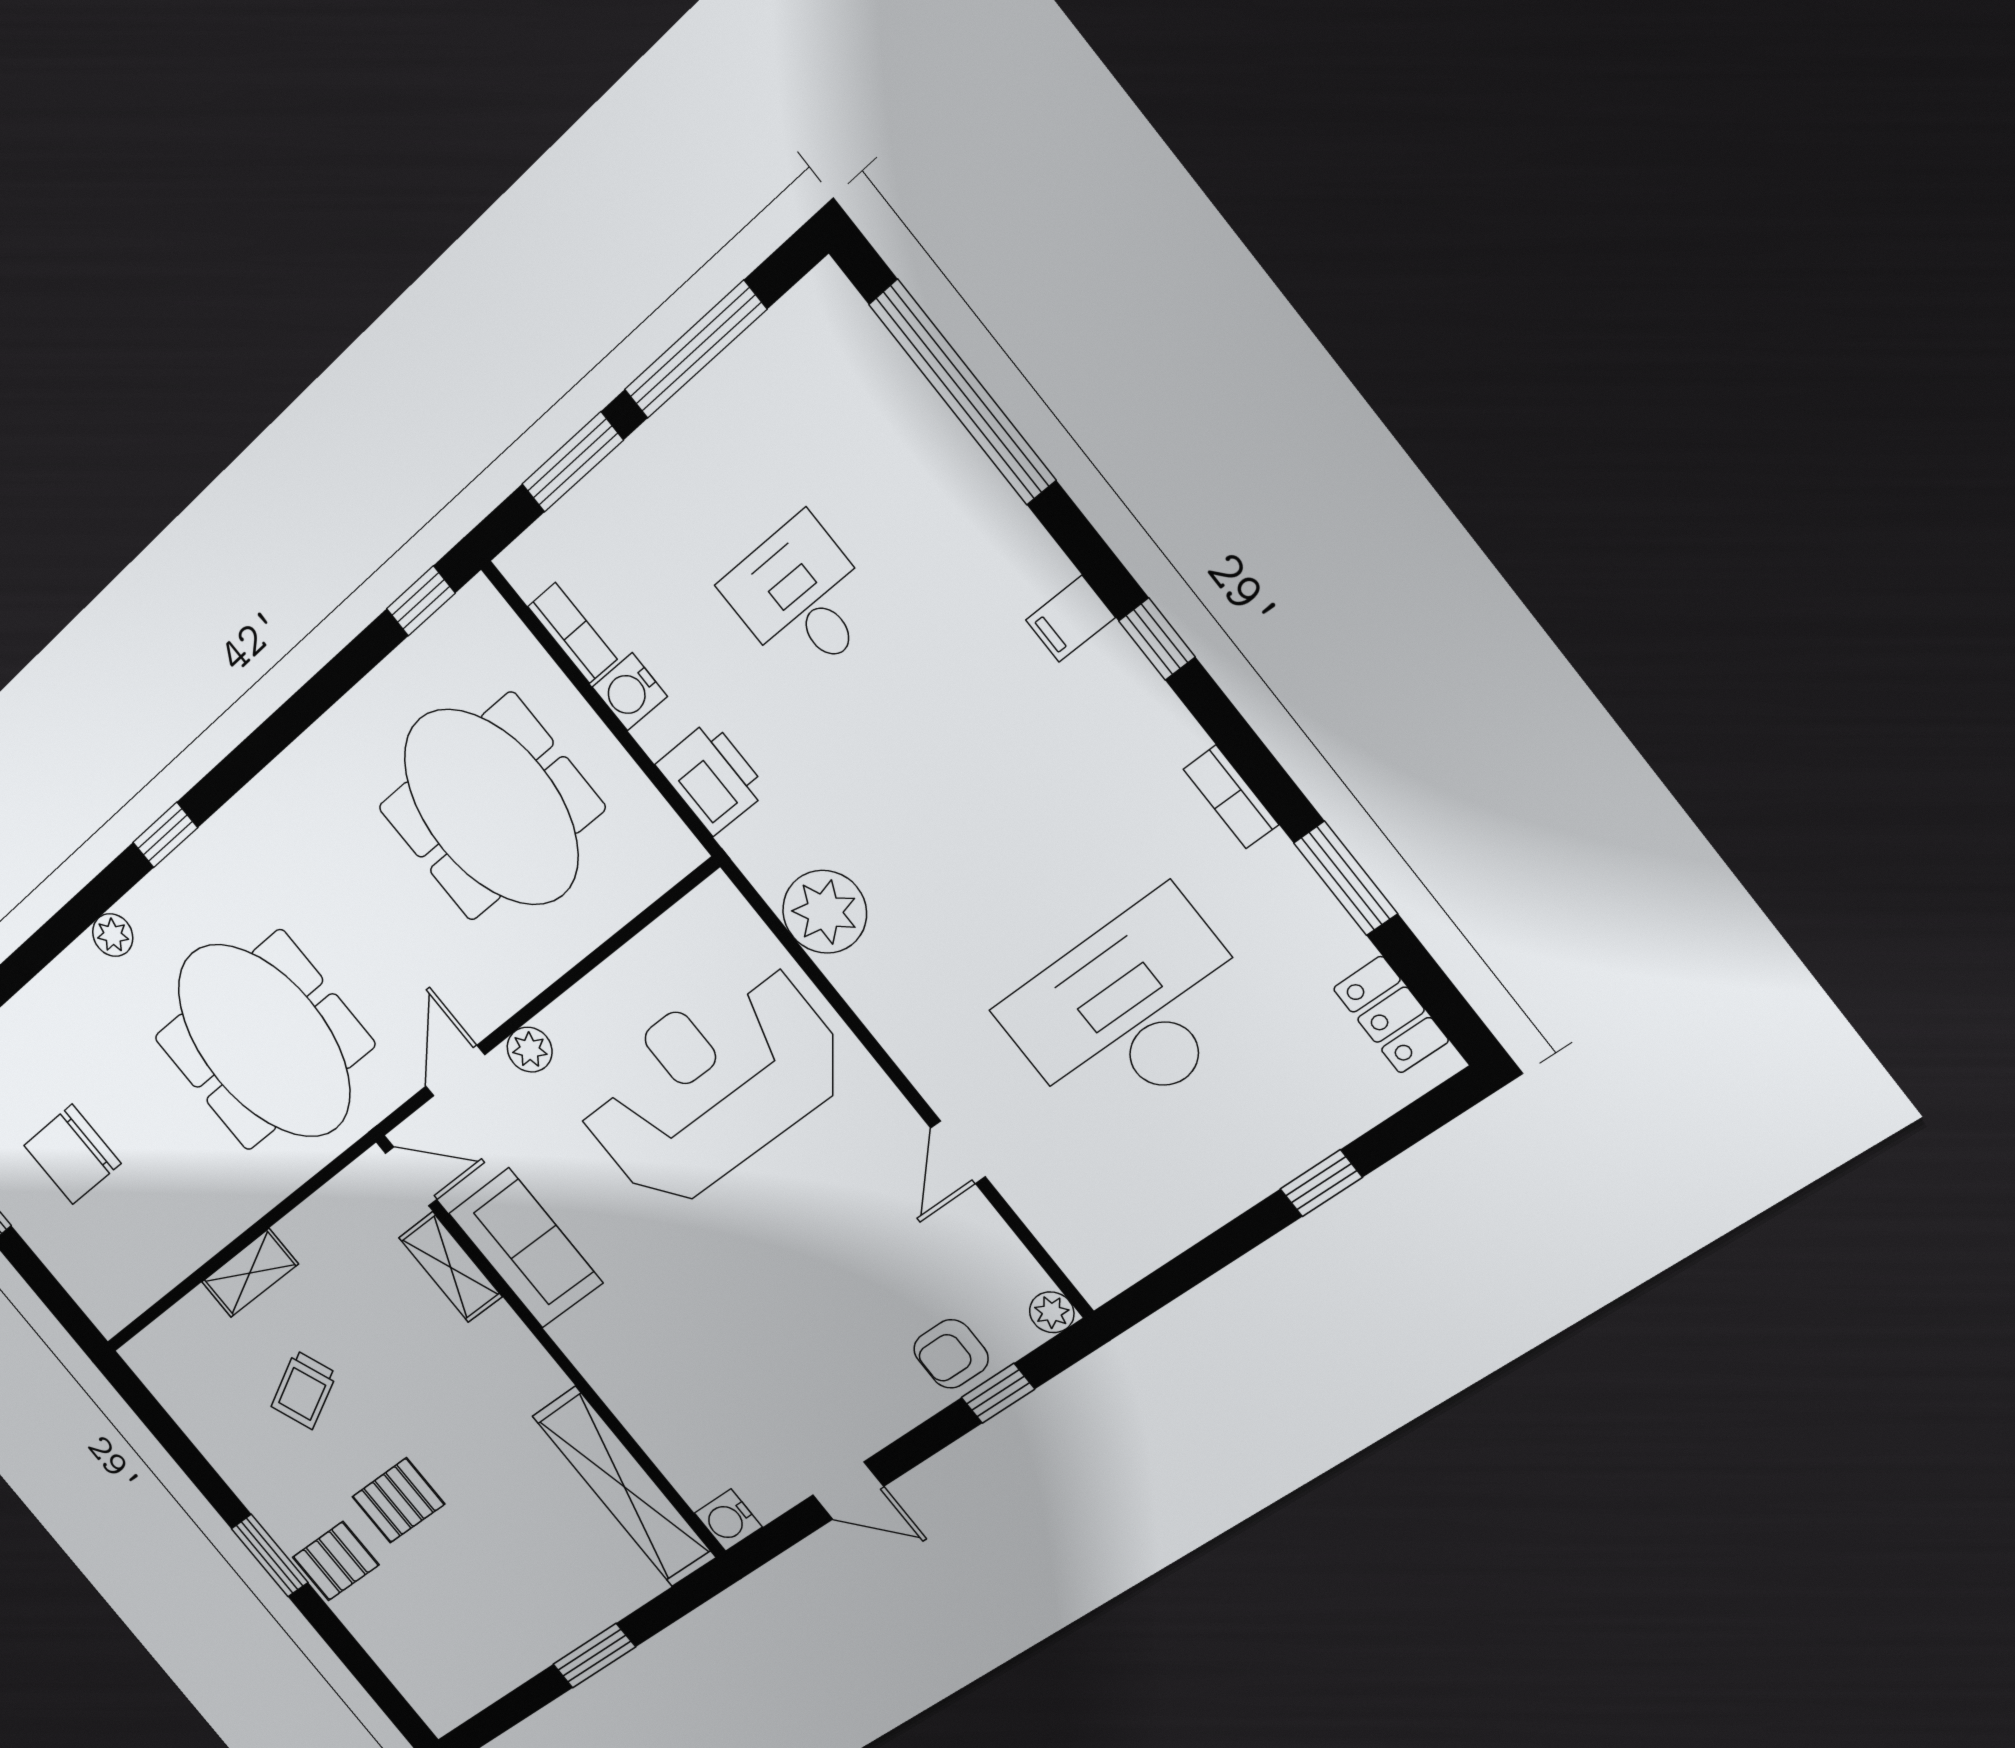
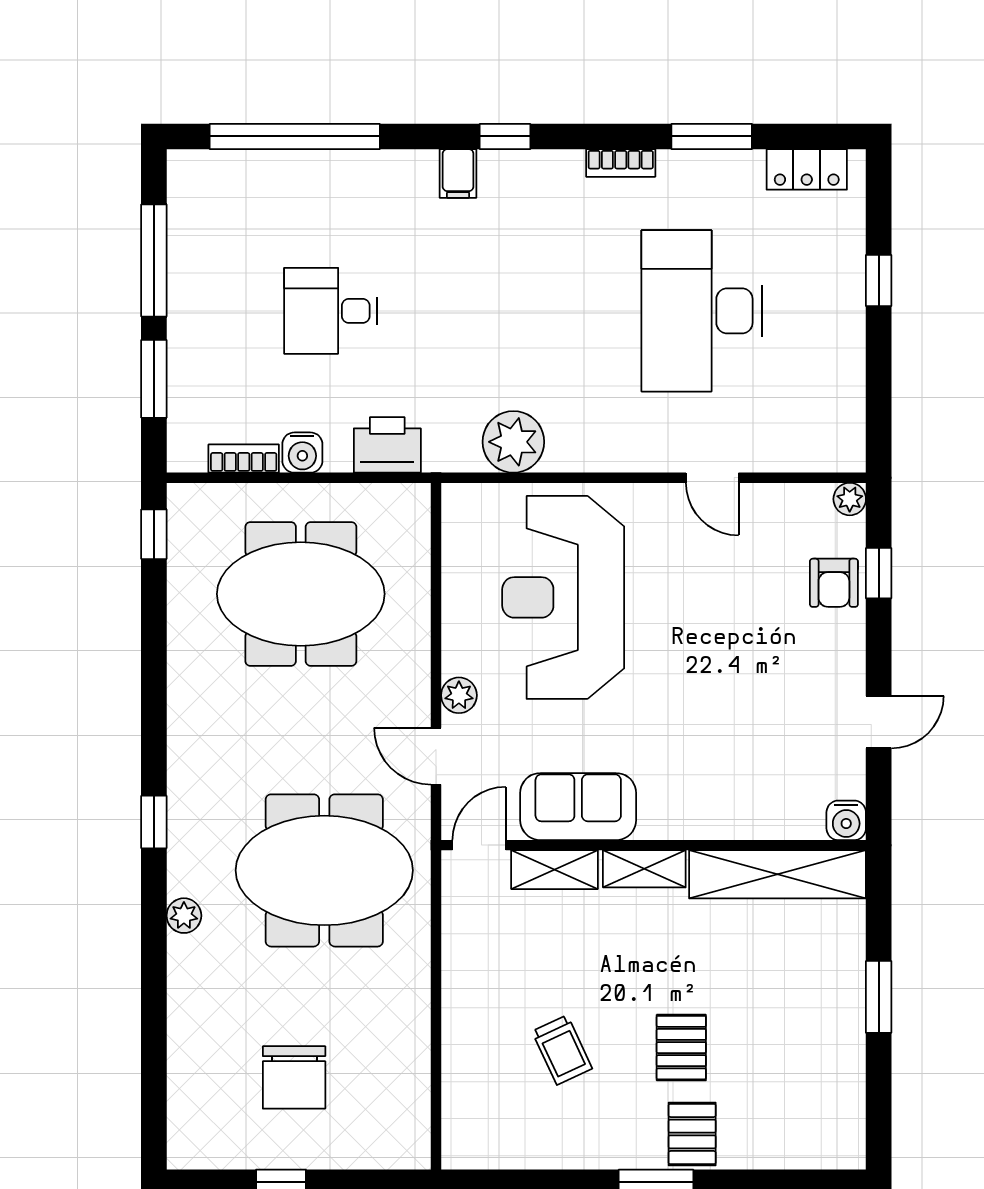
shelving: (250, 1273) -> (644, 869), moved, turned 90

